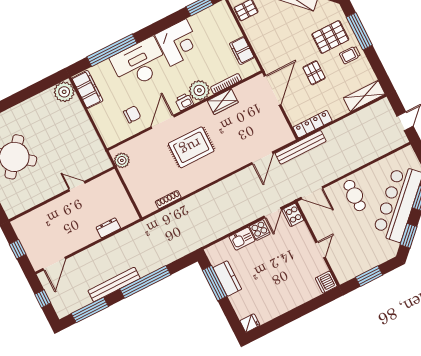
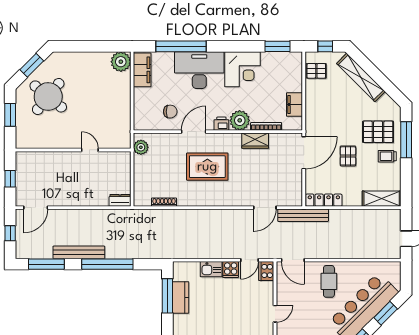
dresser: (108, 228) -> (120, 200), moved

